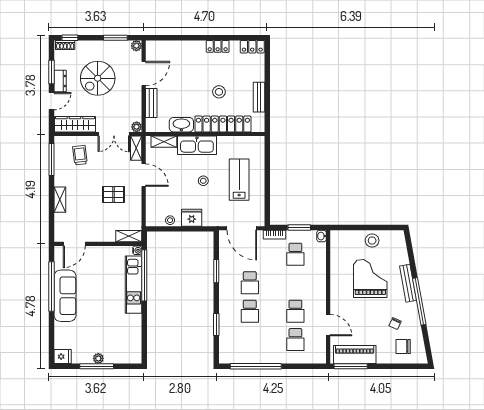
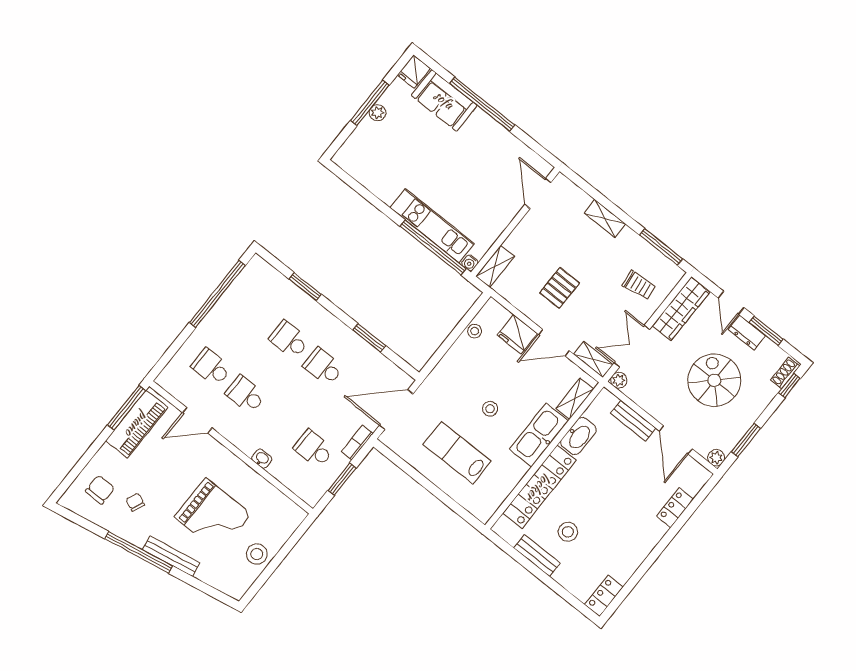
locker: (218, 46) -> (675, 508), moved
stool: (219, 92) -> (568, 532), moved
lab bench: (239, 180) -> (457, 453), turned 180
fridge: (192, 218) -> (517, 334), moved, turned 90
washbasin: (322, 236) -> (262, 459), moved
window: (51, 287) -> (482, 104), moved
sofa: (65, 296) -> (444, 100), moved, width x0.73

